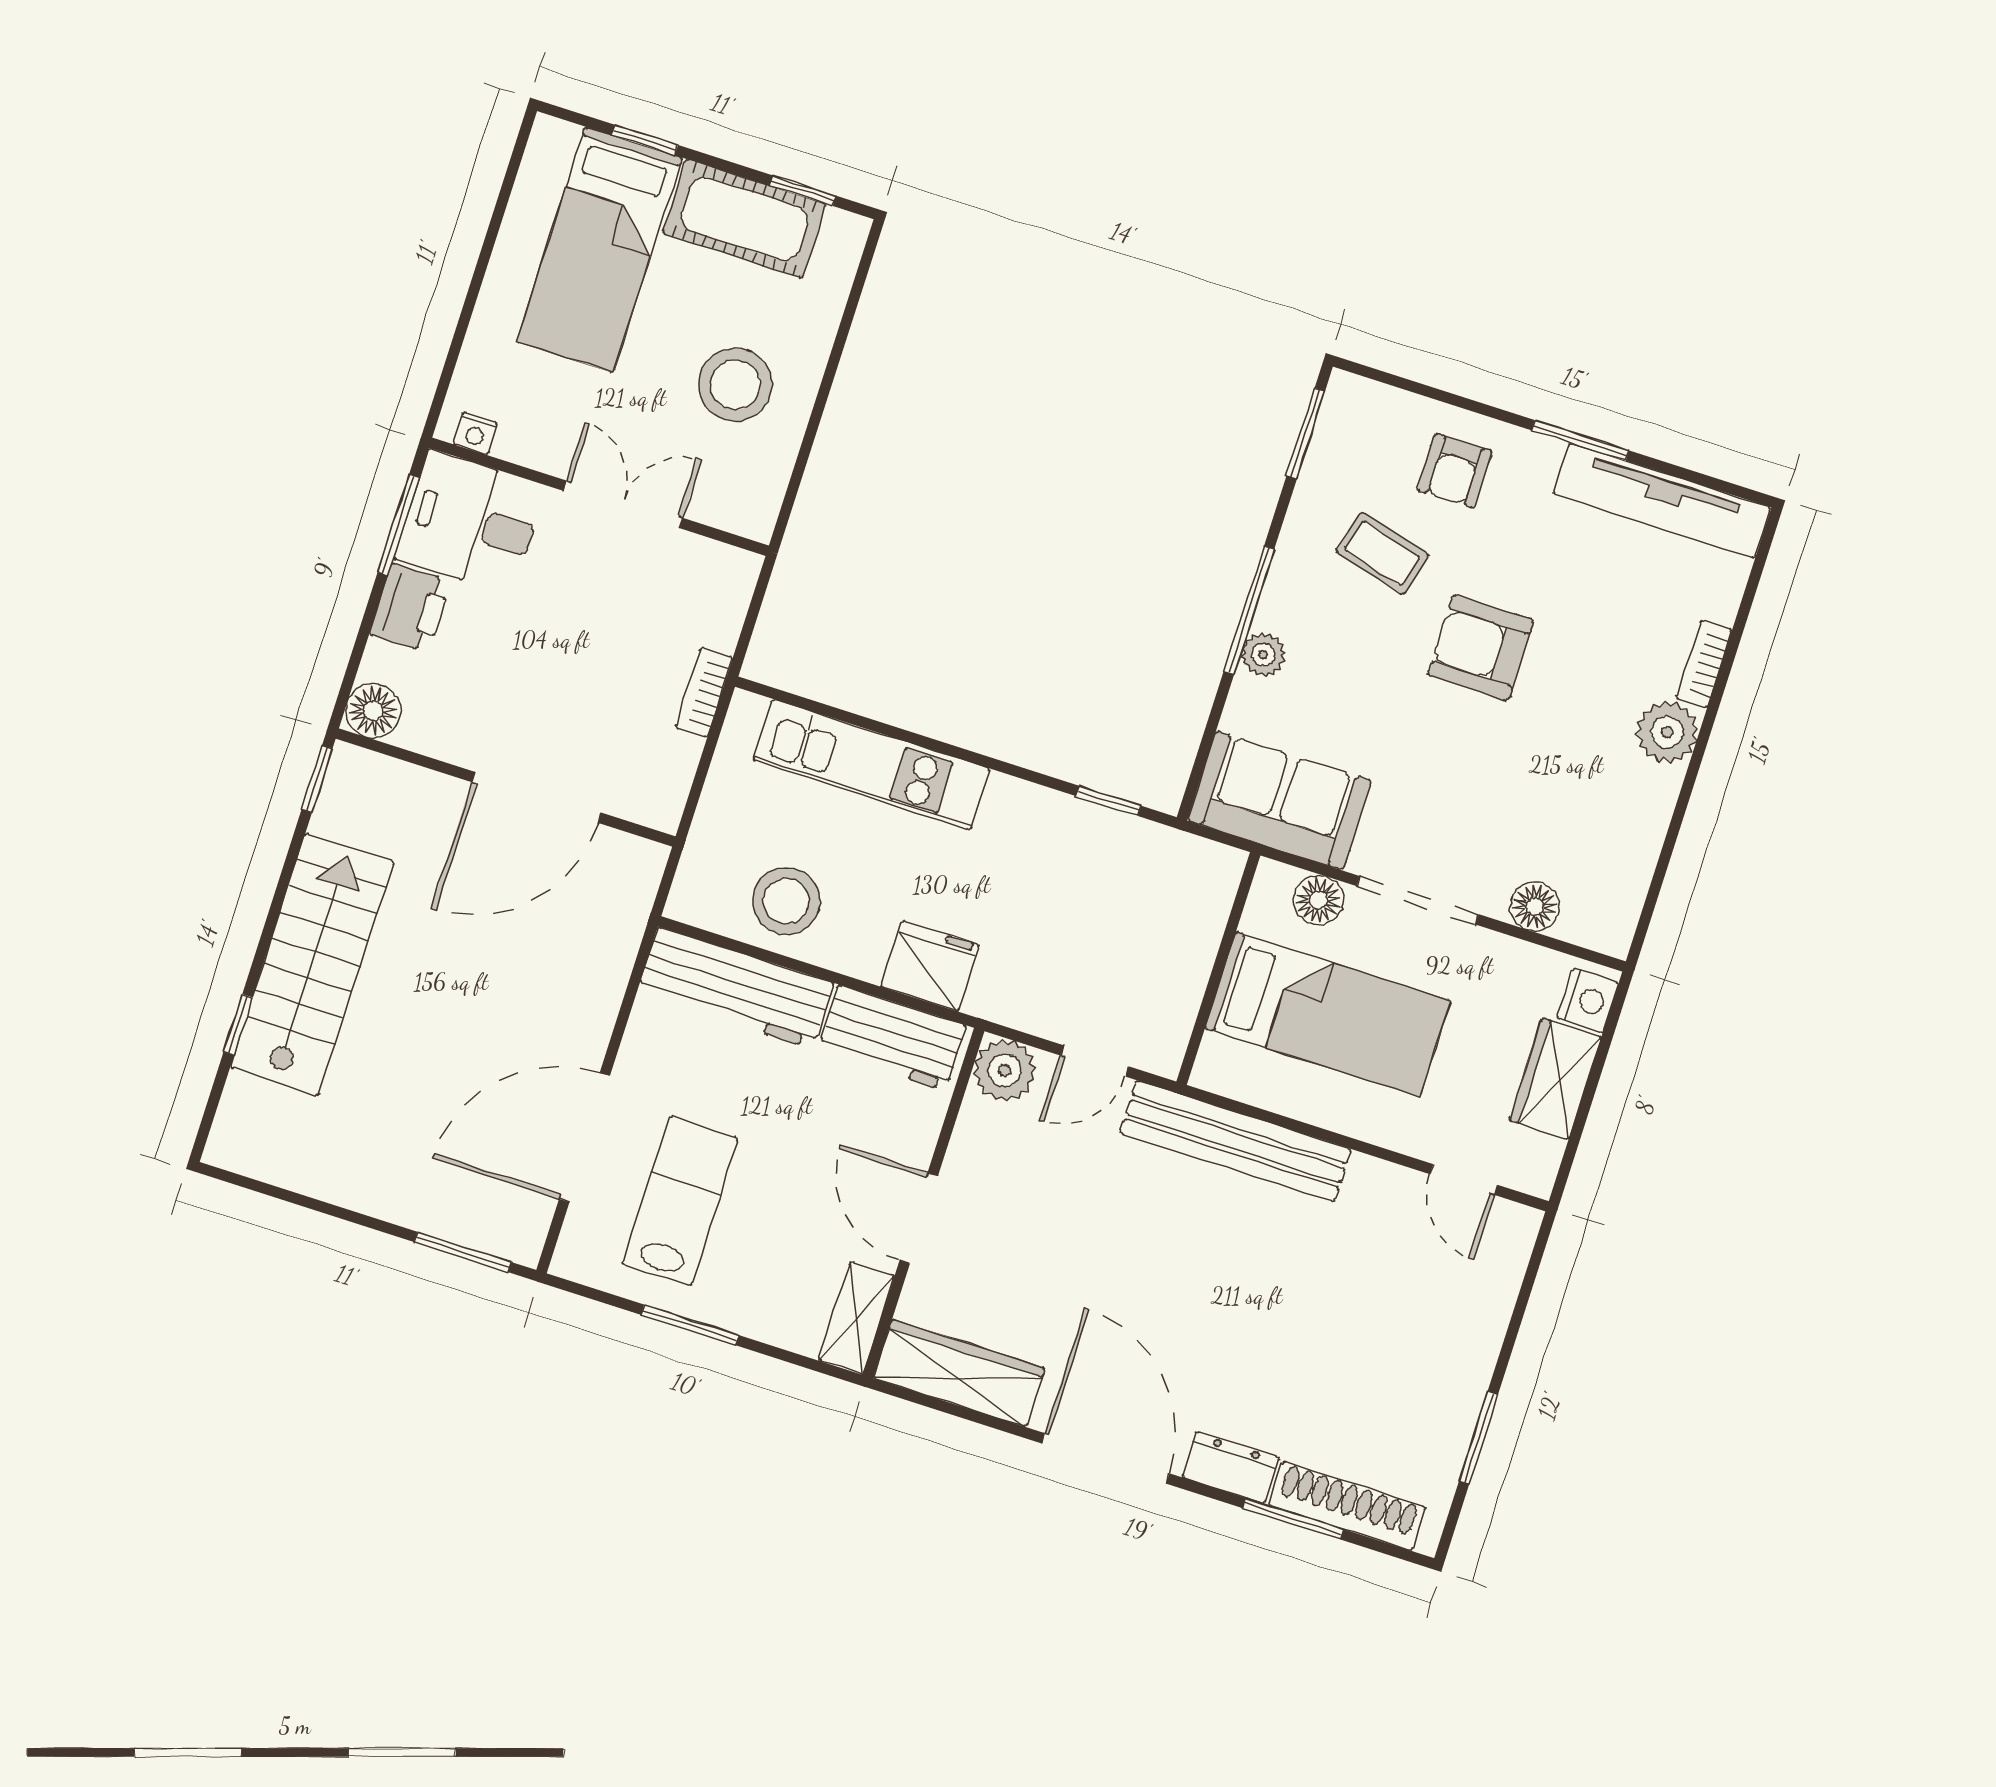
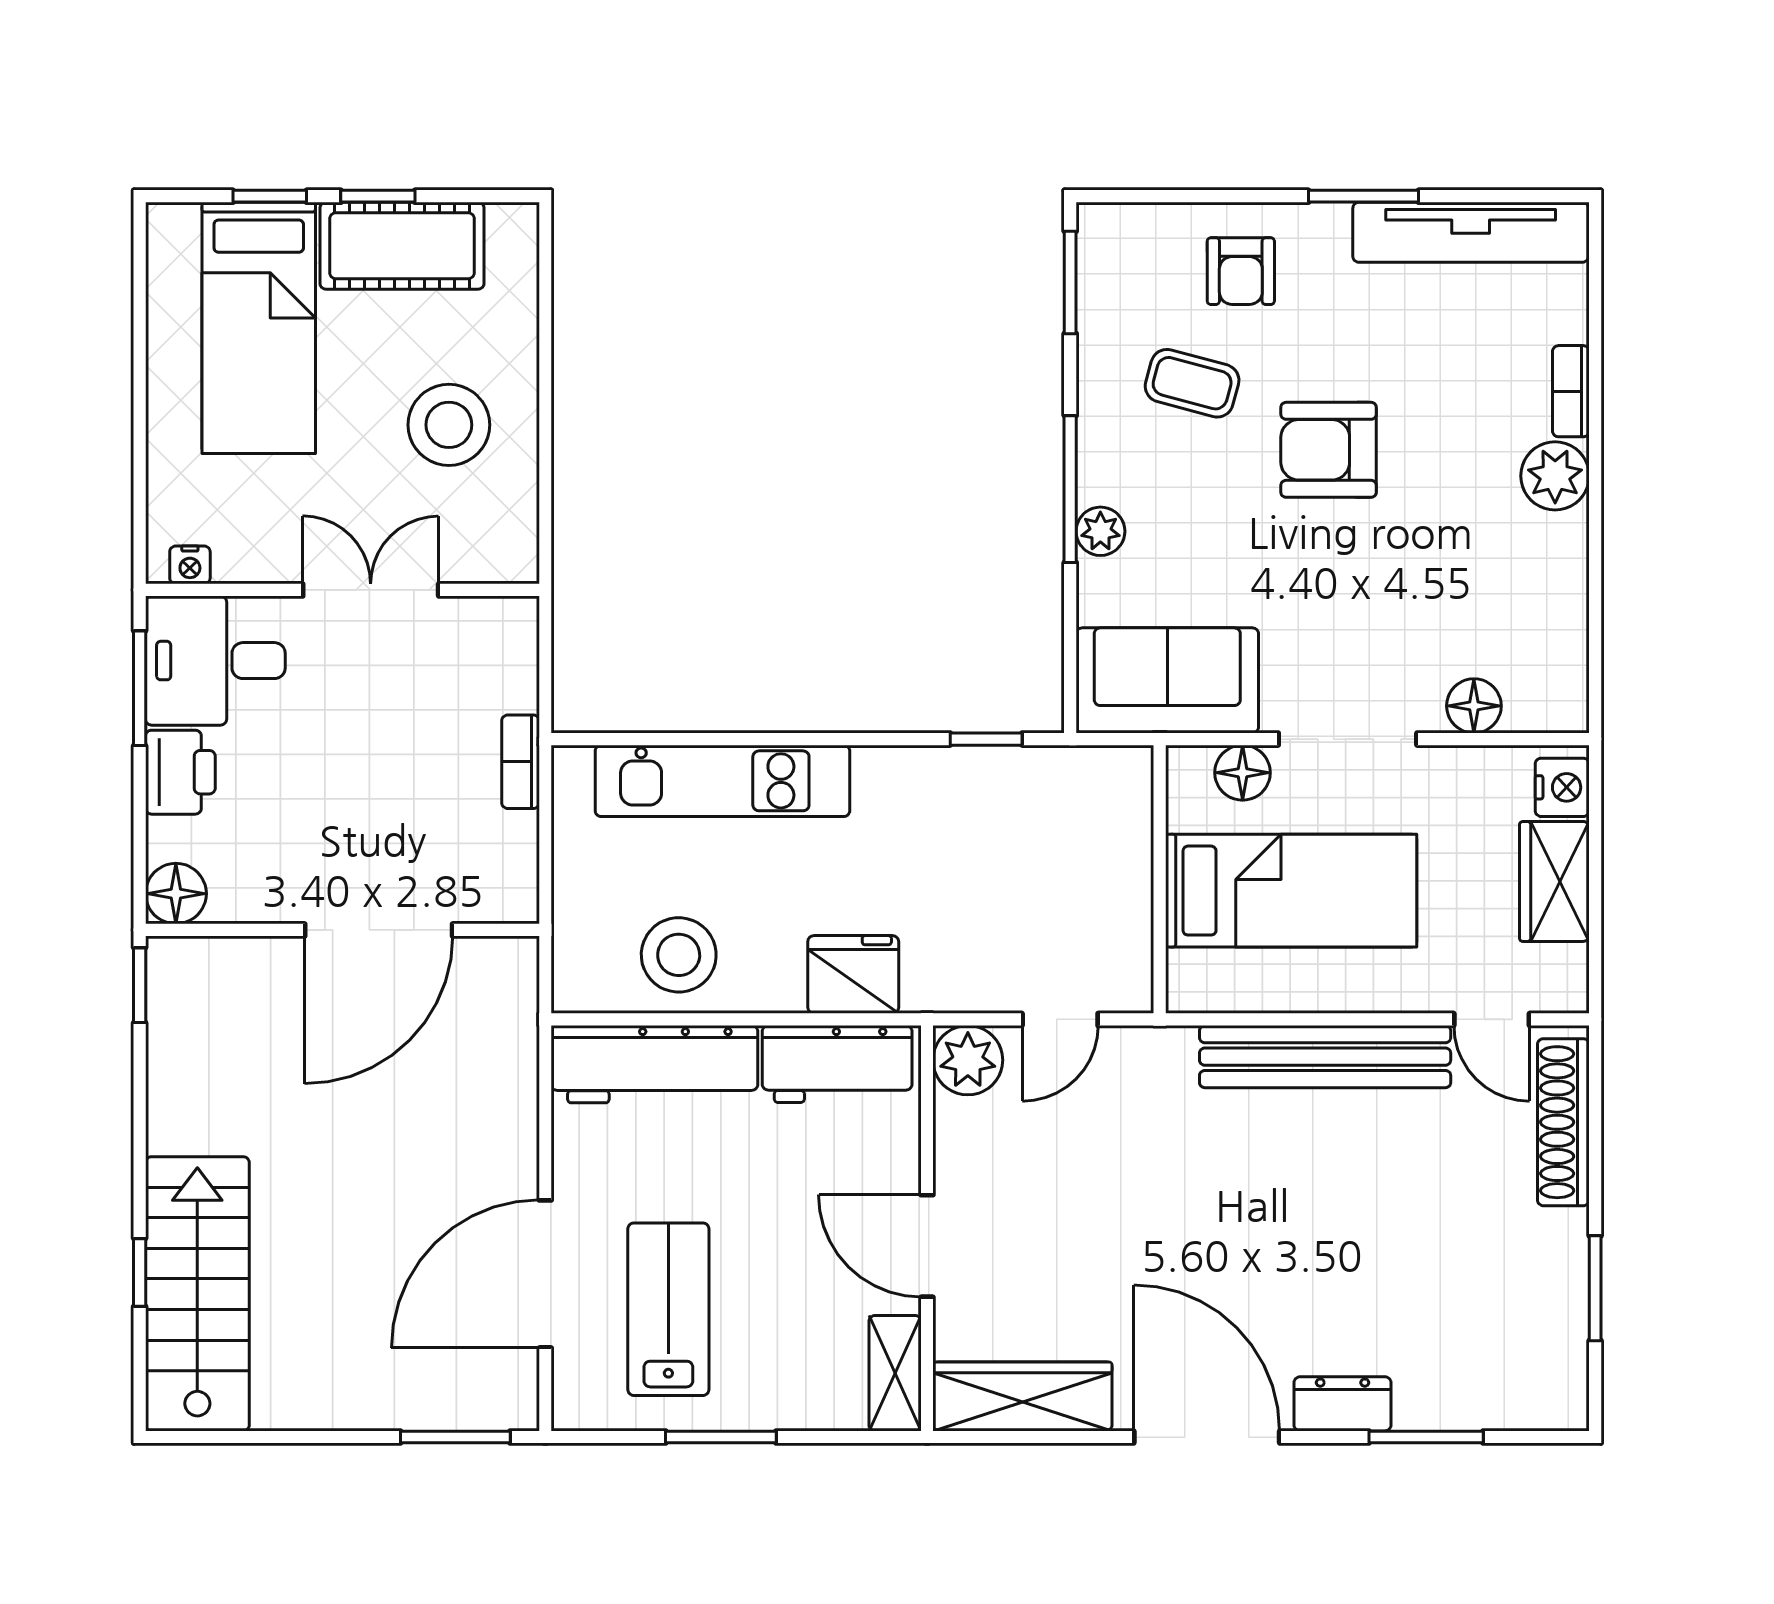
window: (803, 191) -> (378, 196), moved
stairs: (312, 964) -> (197, 1294), moved
bench: (1236, 1141) -> (1325, 1057), moved
shoe rack: (1347, 1506) -> (1563, 1122), moved, turned -90

